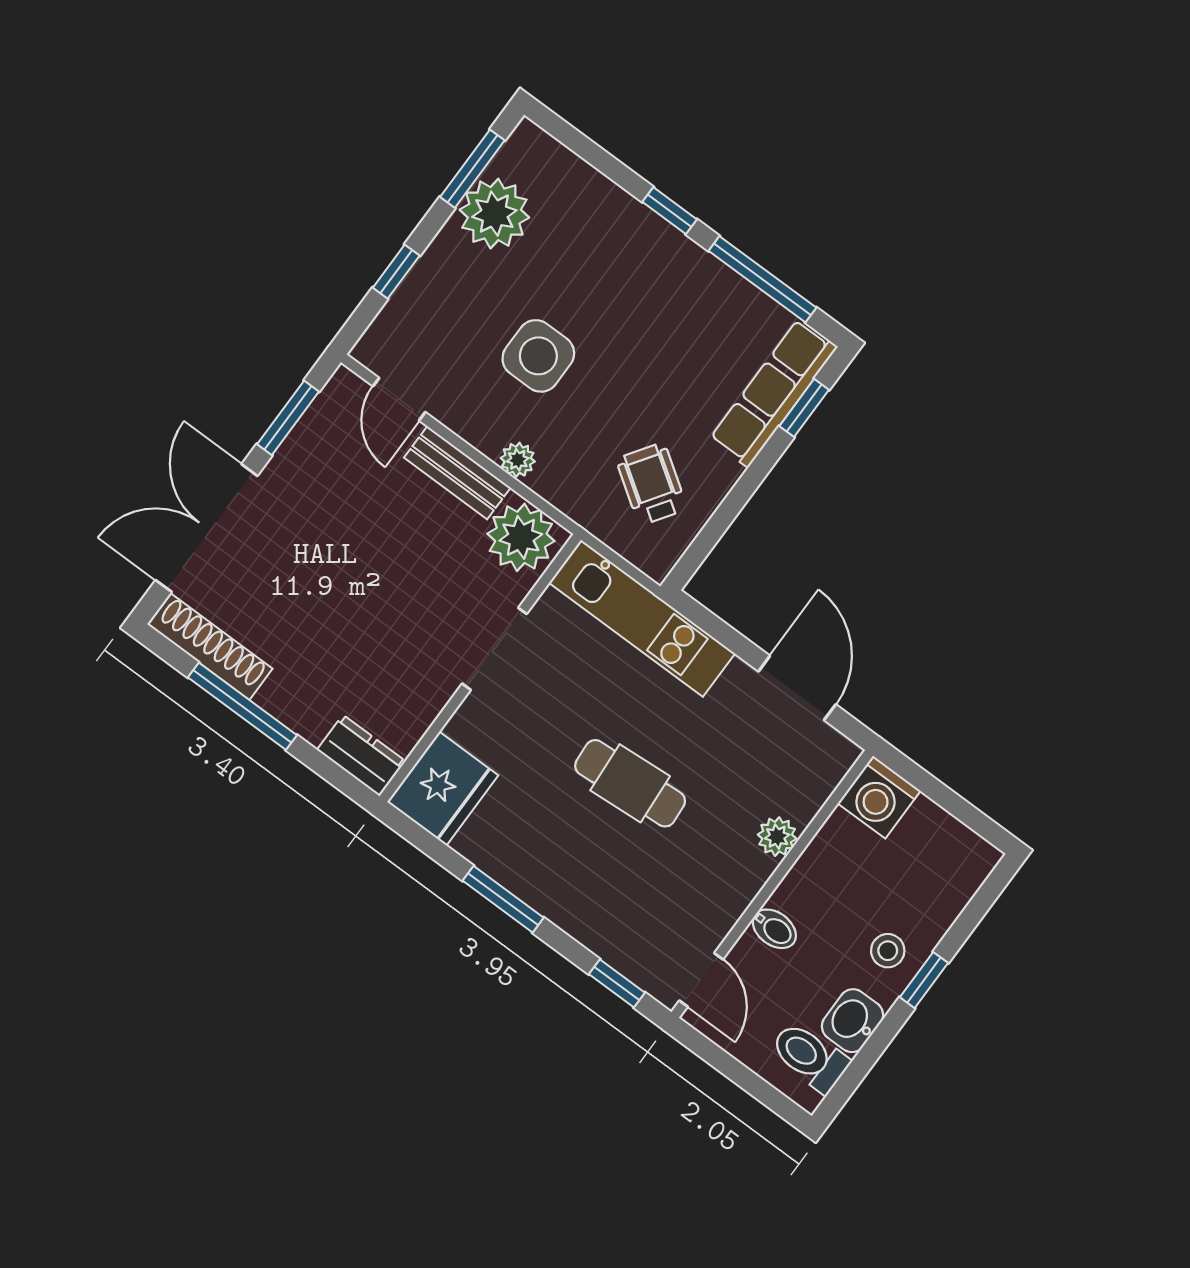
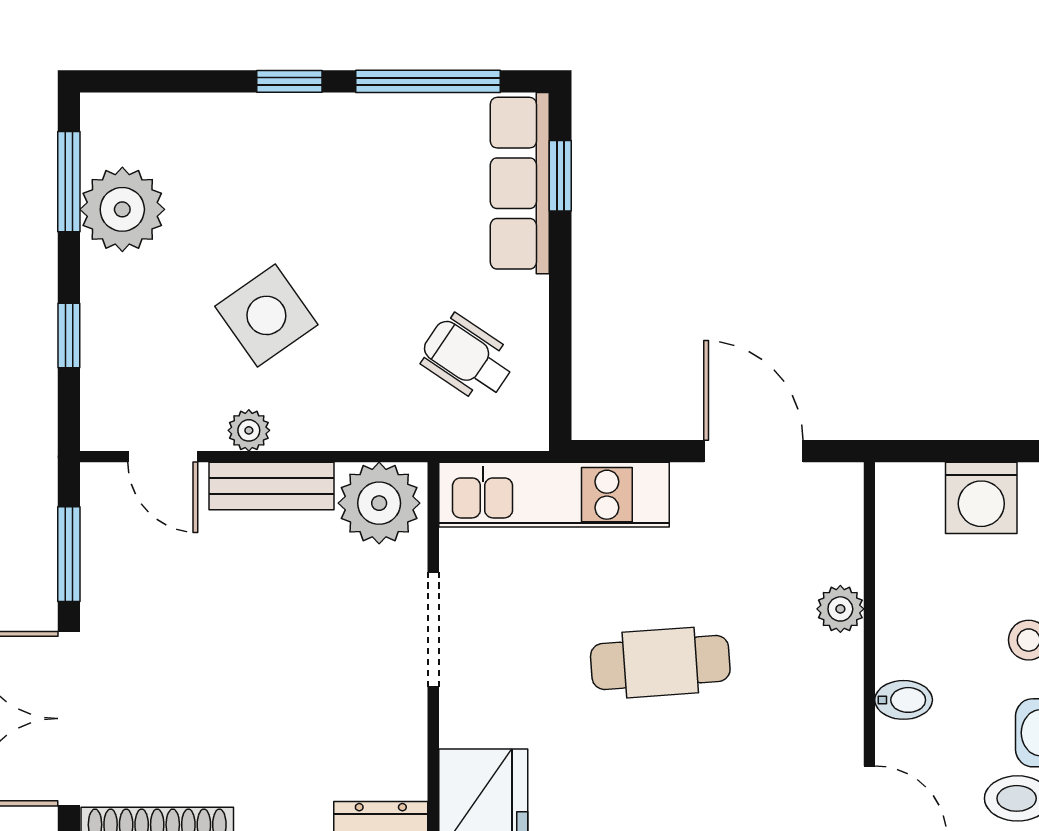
side table: (538, 356) -> (266, 315), turned -35
plant: (518, 460) -> (249, 430), moved
washing machine: (879, 797) -> (981, 498), moved

